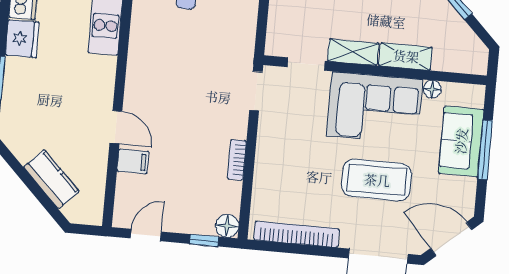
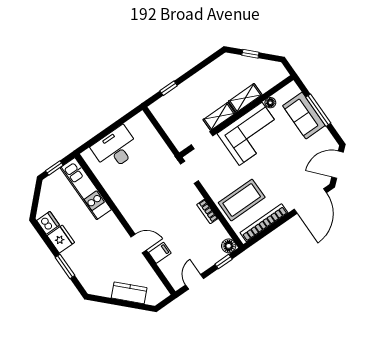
coffee table: (377, 180) -> (242, 200), moved

